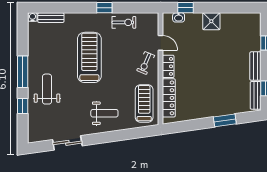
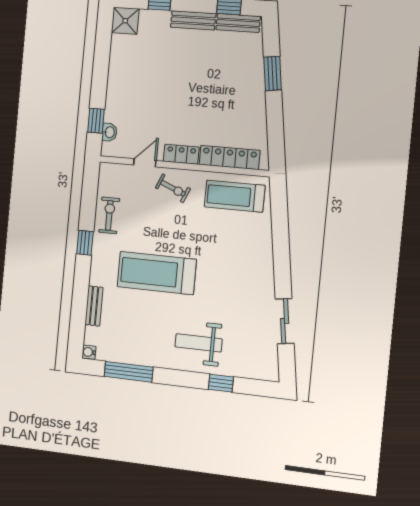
bench: (51, 18) -> (94, 306), moved
shower: (211, 21) -> (125, 21), moved
window: (23, 72) -> (129, 372), moved
weight bench: (104, 113) -> (244, 259), removed

